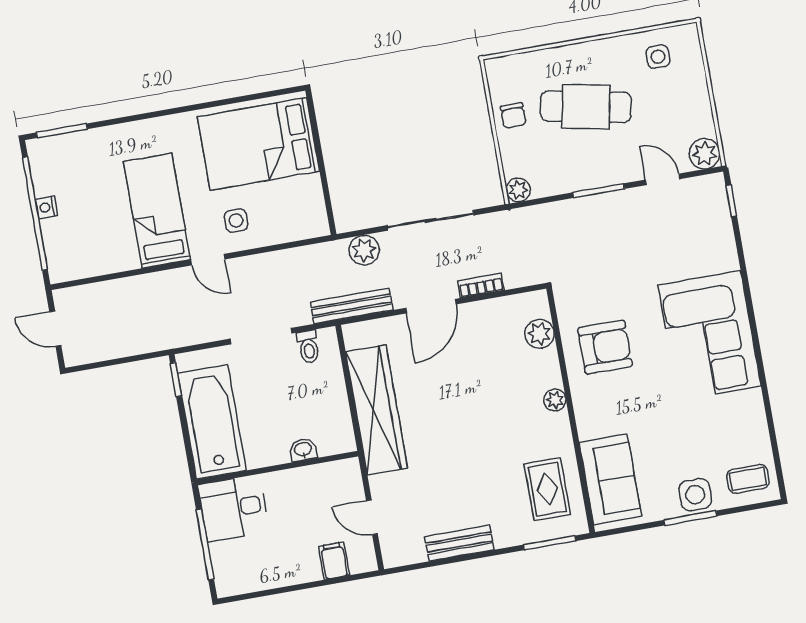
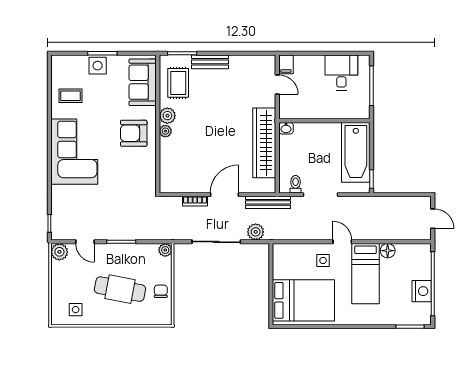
nightstand: (46, 207) -> (422, 291), width x1.89, depth x1.79
floor lamp: (125, 258) -> (388, 251), added
plant: (540, 334) -> (167, 116), moved
armchair: (605, 347) -> (134, 133), moved
washbasin: (303, 450) -> (286, 128), moved
coffee table: (748, 479) -> (70, 96), moved
desk: (234, 508) -> (341, 72), moved, turned -90
bench: (459, 543) -> (210, 62), moved
filing cabinet: (334, 561) -> (286, 64), moved

